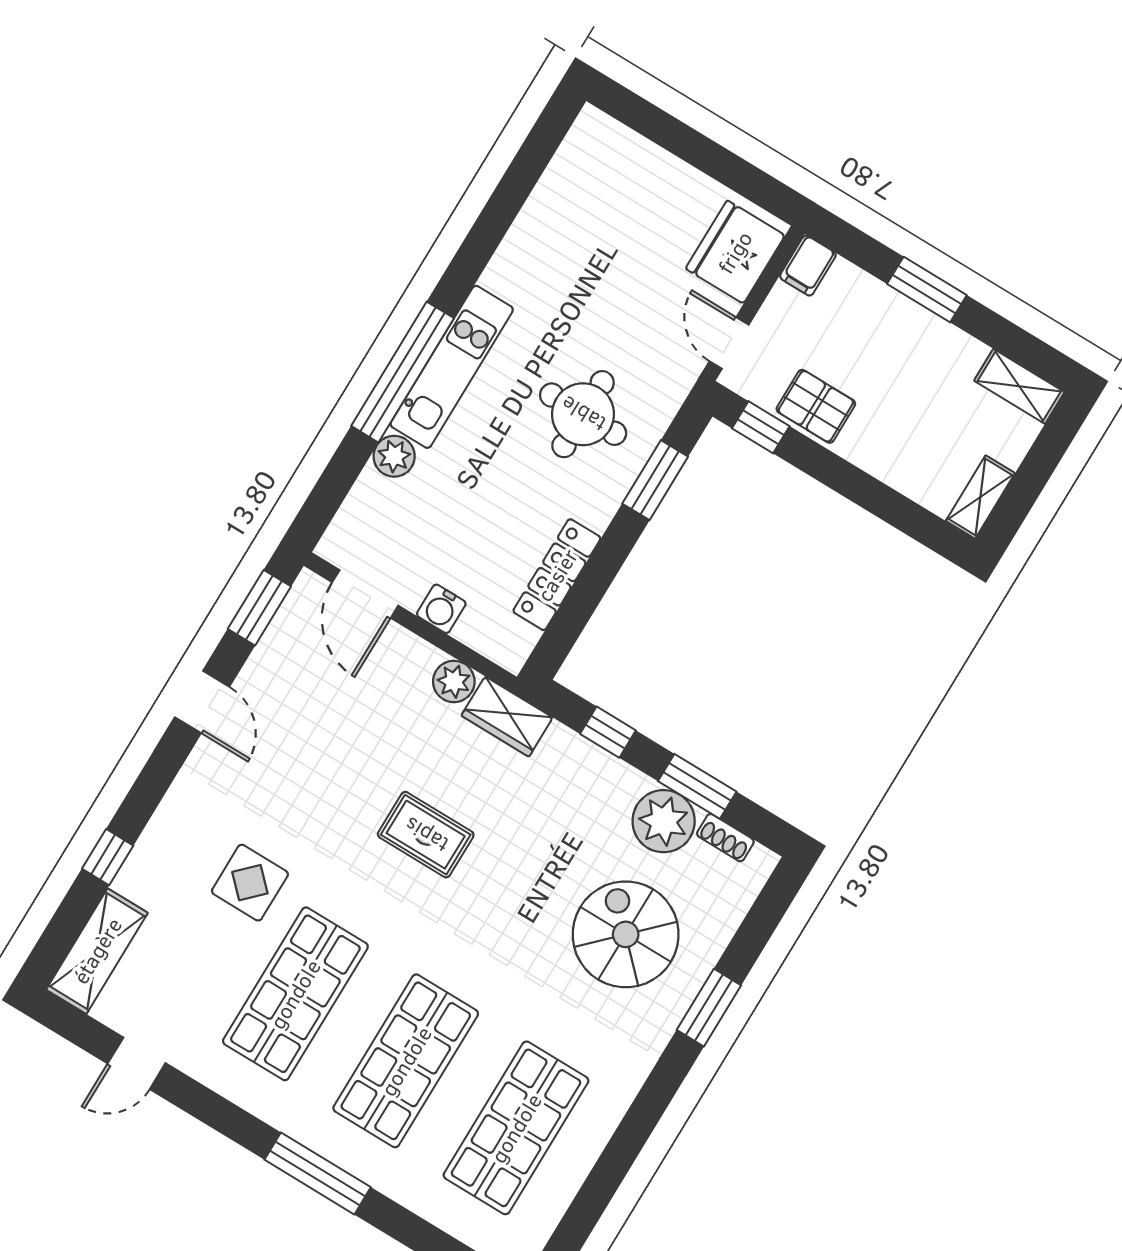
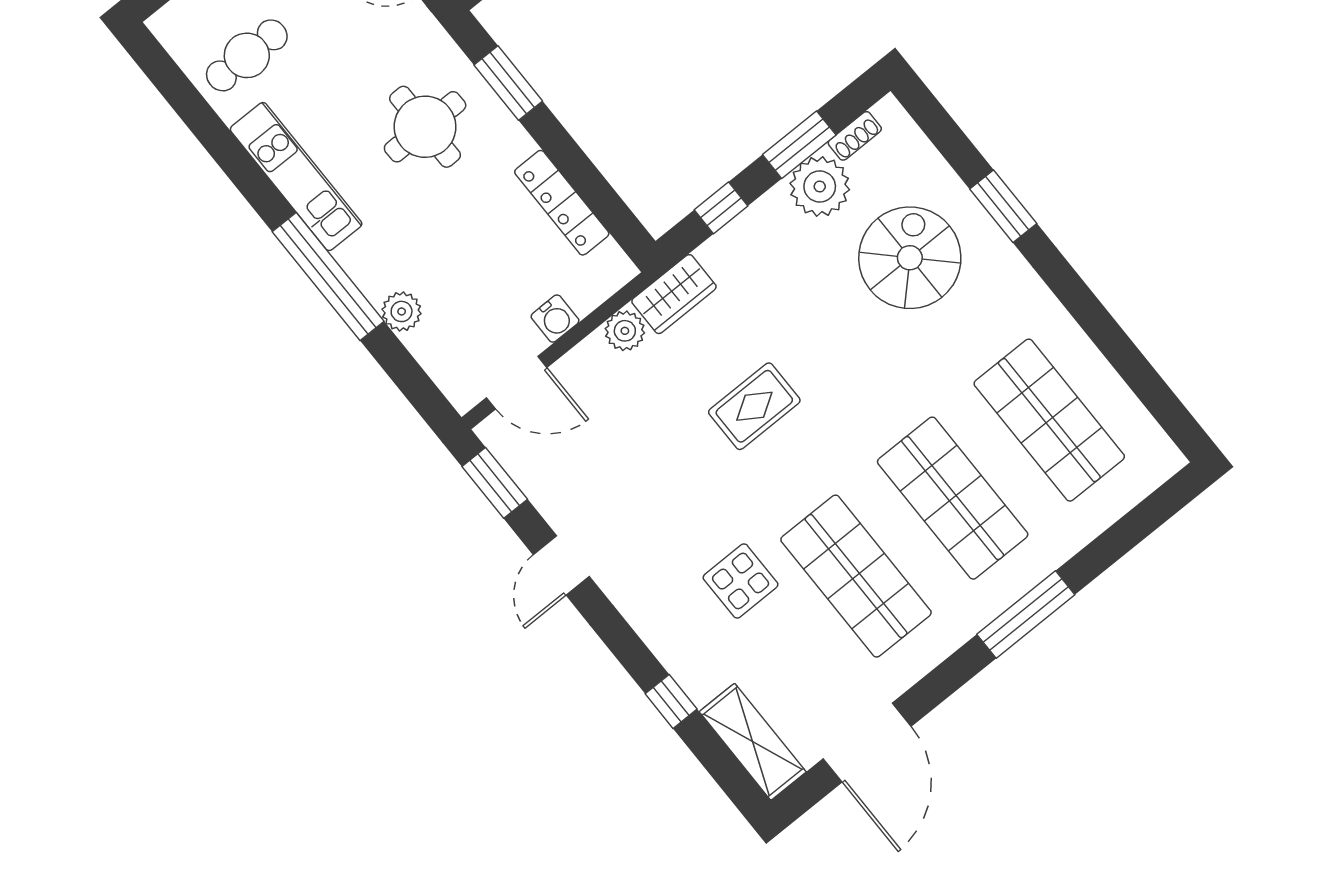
cafe table: (590, 215) -> (247, 55), added
kitchen unit: (452, 367) -> (296, 177), moved
door: (202, 702) -> (561, 565), swing flipped
spiral stairs: (626, 934) -> (910, 258), turned 90
door: (137, 1063) -> (867, 743), width x1.88

